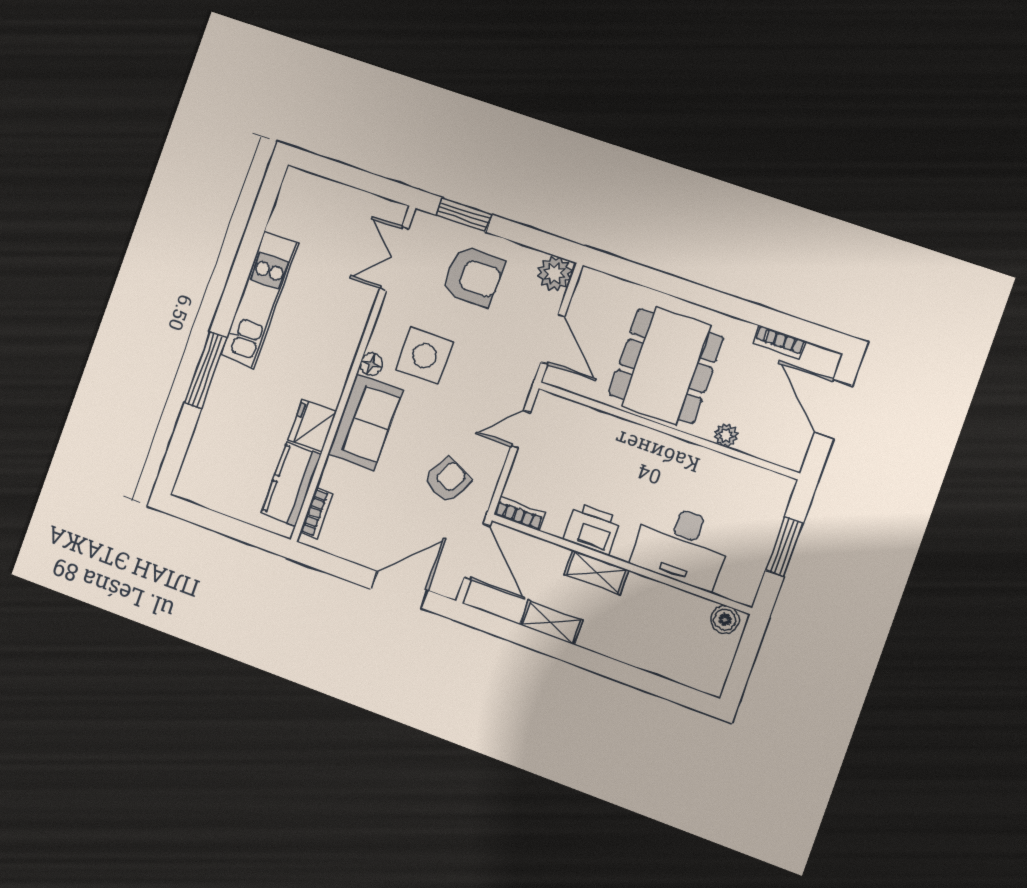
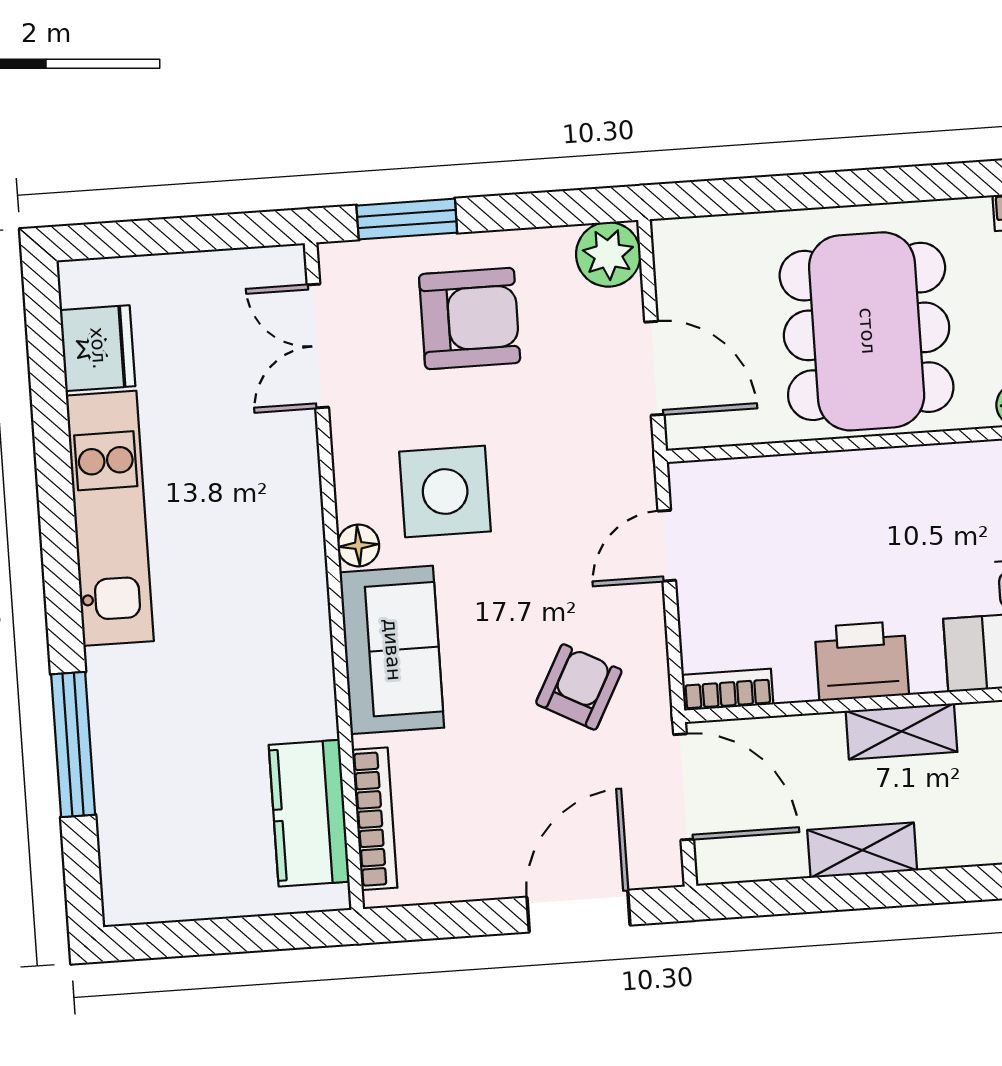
window: (206, 370) -> (73, 744), moved
fridge: (312, 426) -> (98, 348), moved, turned 180
bookcase: (317, 513) -> (375, 819), width x1.56

